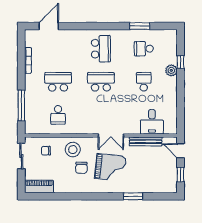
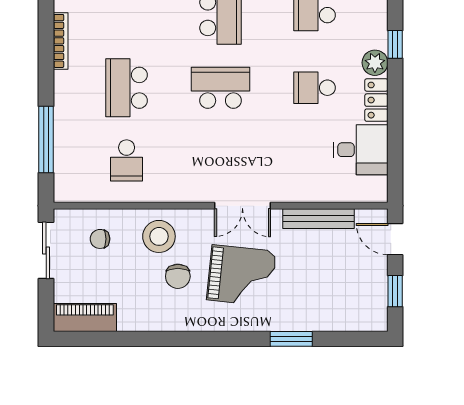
school desk: (58, 82) -> (127, 88), turned -90
school desk: (144, 82) -> (315, 88), turned -90
locker: (172, 87) -> (376, 100), added
desk: (152, 122) -> (361, 150), moved, turned -90

